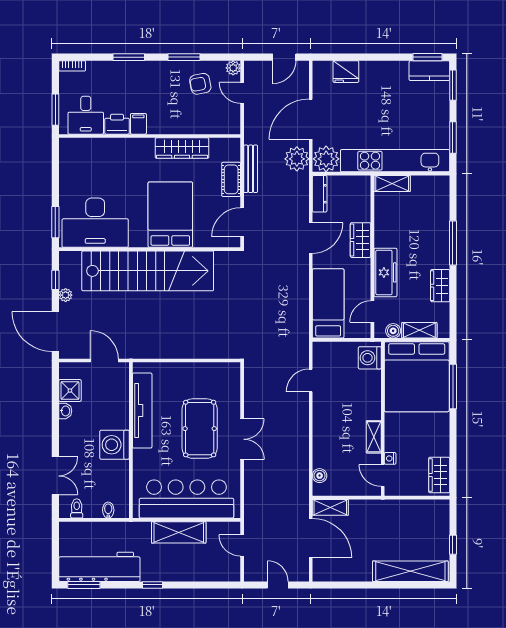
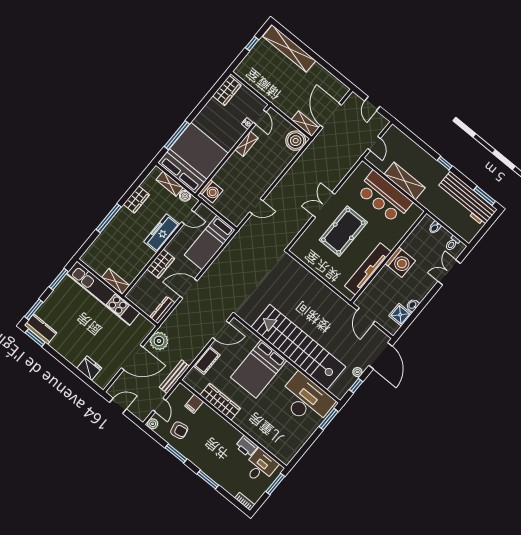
filing cabinet: (138, 124) -> (194, 404), moved
plant: (326, 159) -> (142, 327), removed
bench: (251, 169) -> (174, 377), moved
boiler: (320, 476) -> (296, 141), width x1.86, depth x1.86
bar counter: (186, 499) -> (384, 197), width x0.73

